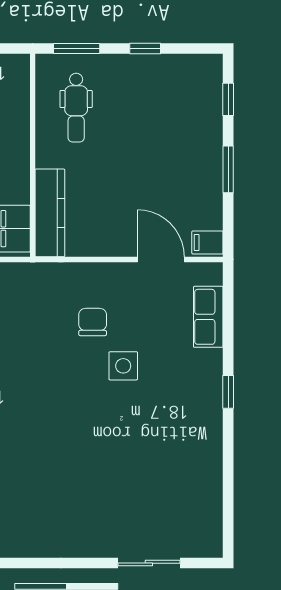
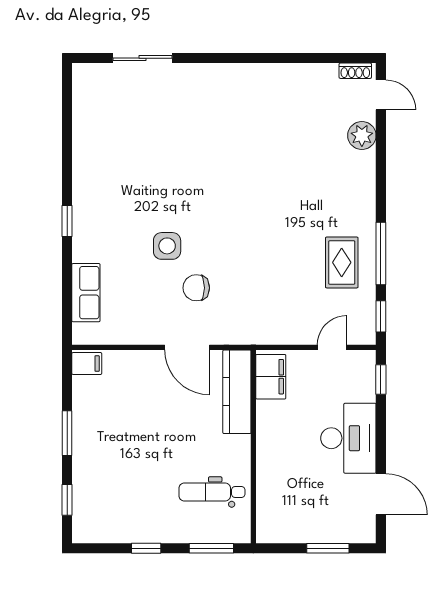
dental chair: (76, 108) -> (212, 492), turned -90
door: (161, 259) -> (187, 347), moved
chair: (93, 322) -> (196, 288), turned 90

